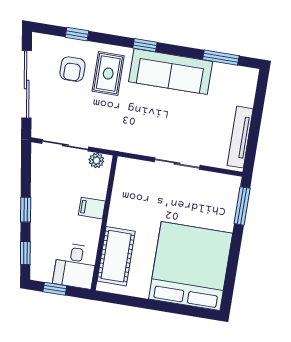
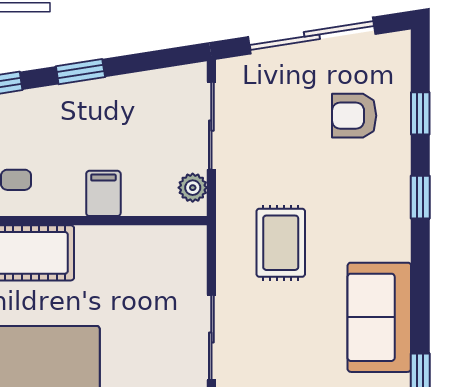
window: (145, 45) -> (420, 197), moved
sofa: (171, 72) -> (379, 317), width x0.73
rug: (108, 74) -> (281, 243), moved, turned 90

